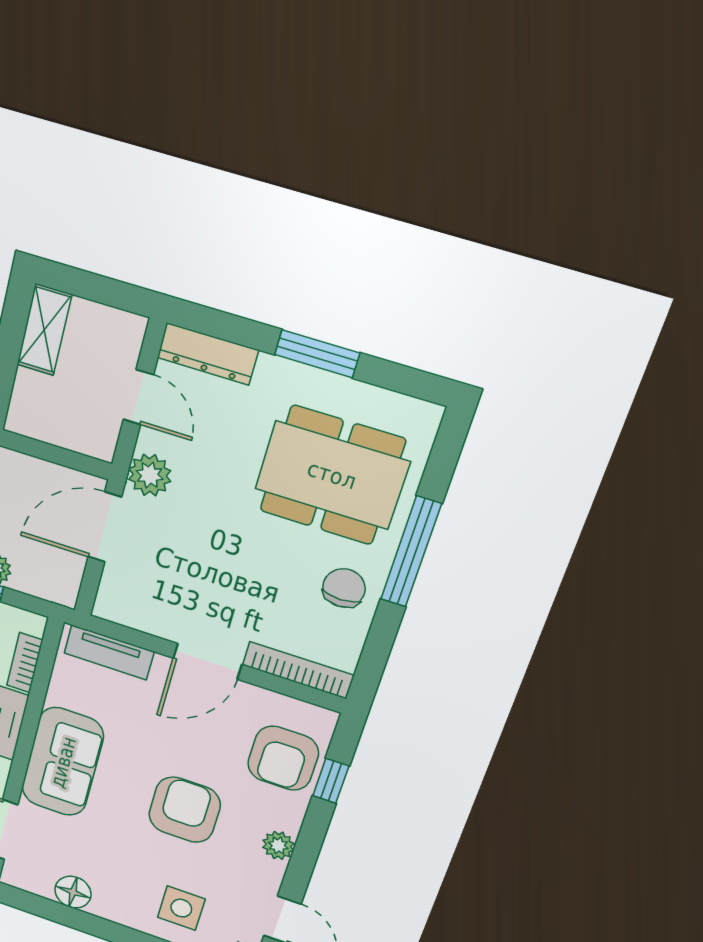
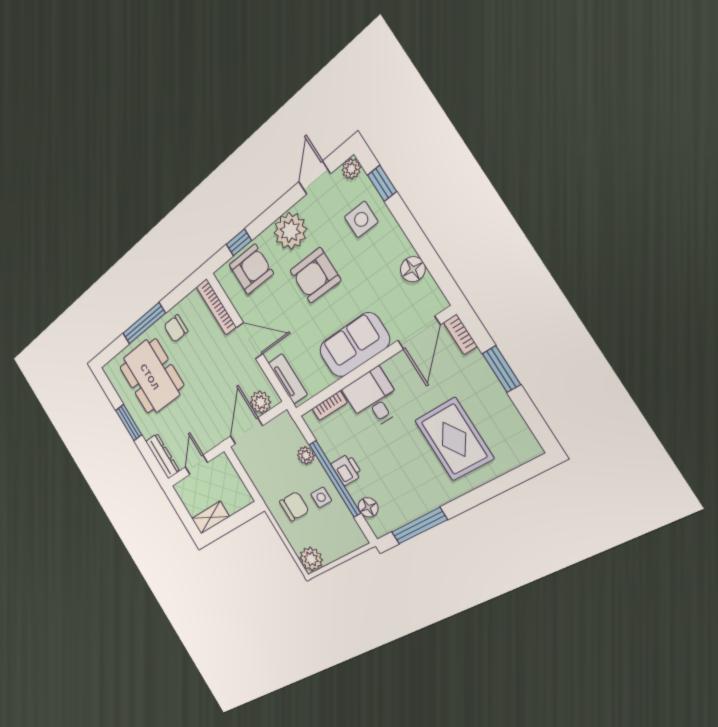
plant: (150, 475) -> (261, 402), moved
door: (105, 527) -> (247, 431), swing flipped
plant: (278, 845) -> (290, 231), width x1.88, depth x1.88

